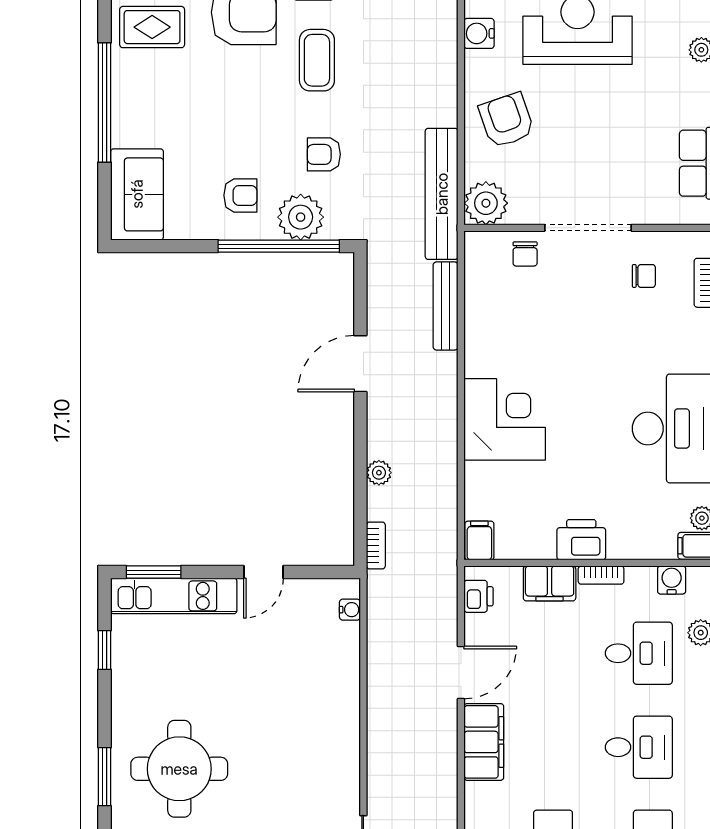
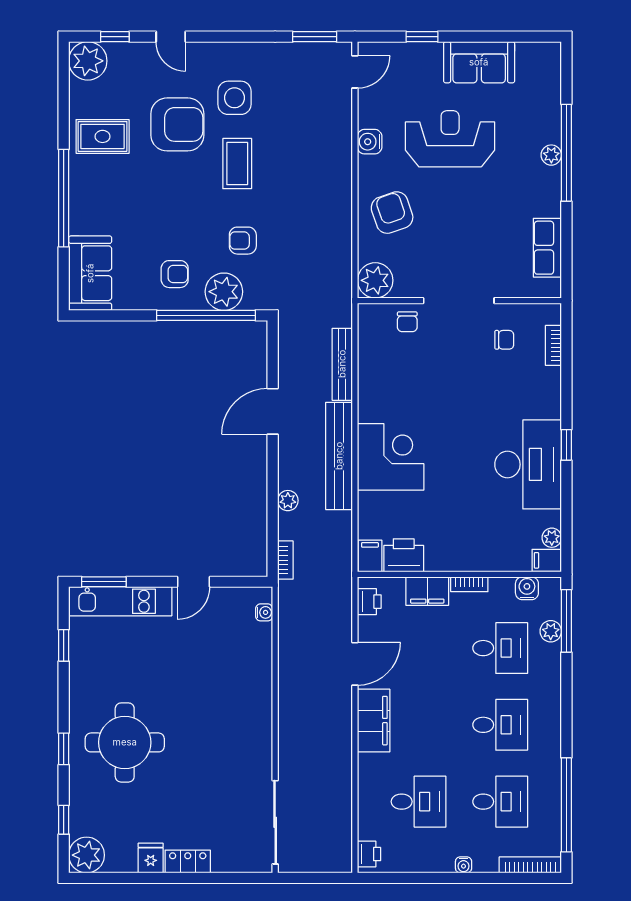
bench: (442, 194) -> (339, 456), moved
printer: (581, 540) -> (404, 555), moved
window: (105, 777) -> (64, 749), width x0.67

